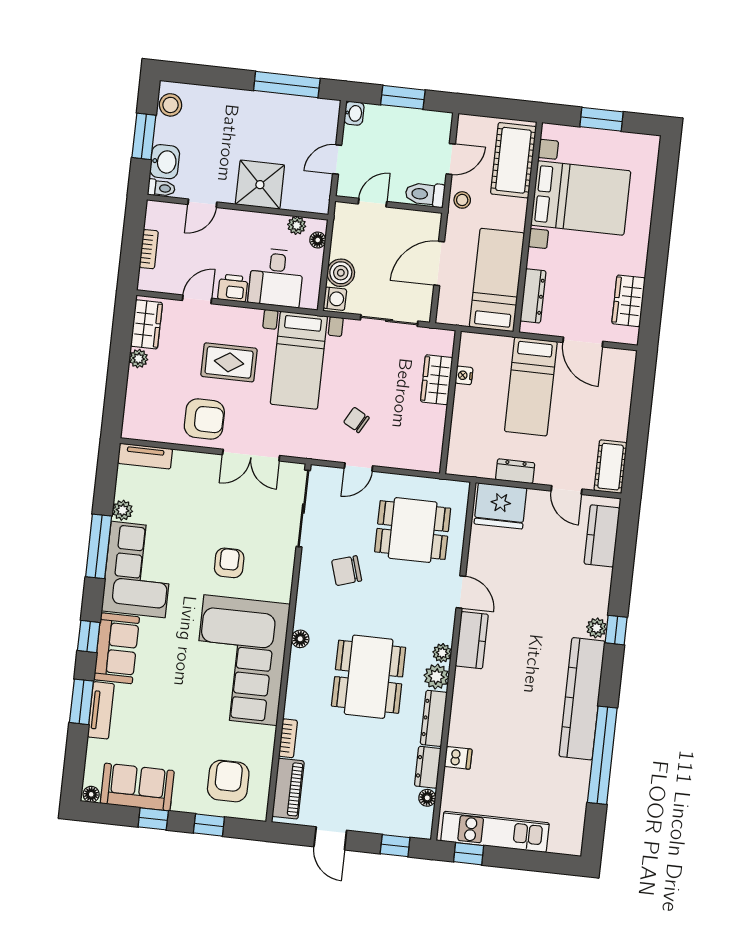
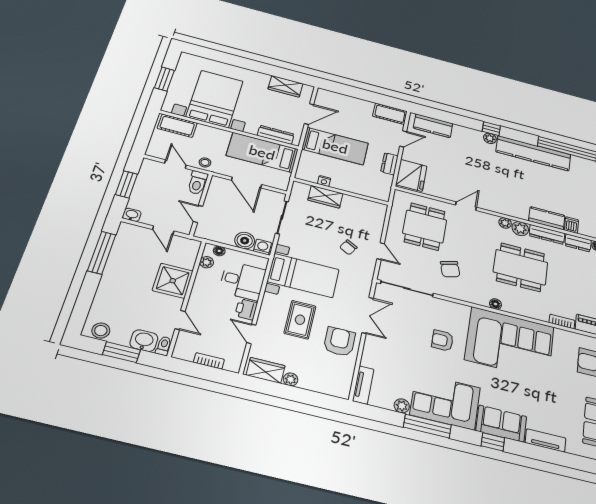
cot: (513, 160) -> (177, 126), width x0.73, depth x0.75
kitchen counter: (472, 640) -> (547, 218), moved
window: (81, 702) -> (540, 453), removed

